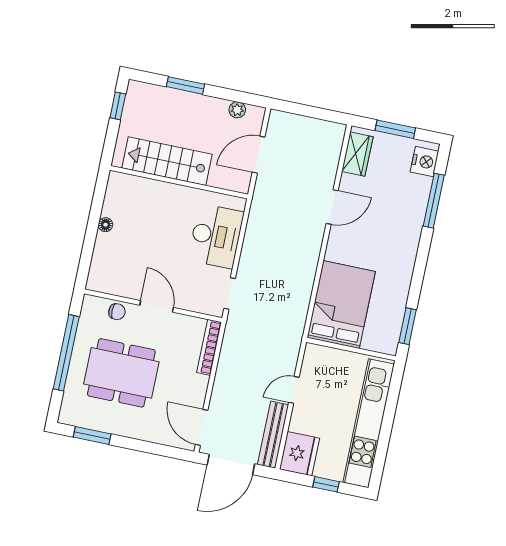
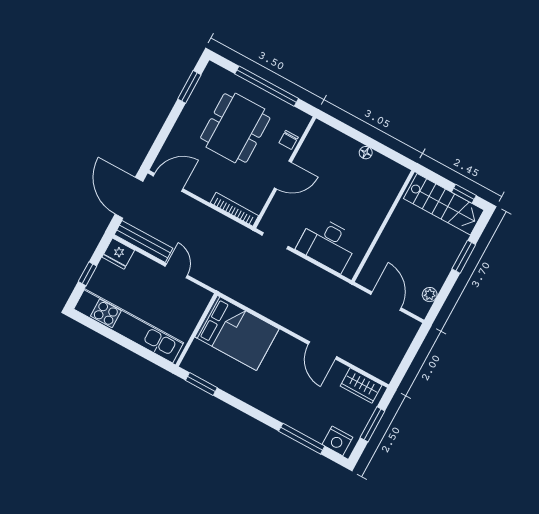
stairs: (167, 161) -> (444, 204), moved, turned 90
fridge: (299, 454) -> (118, 254), width x0.73, depth x0.75

